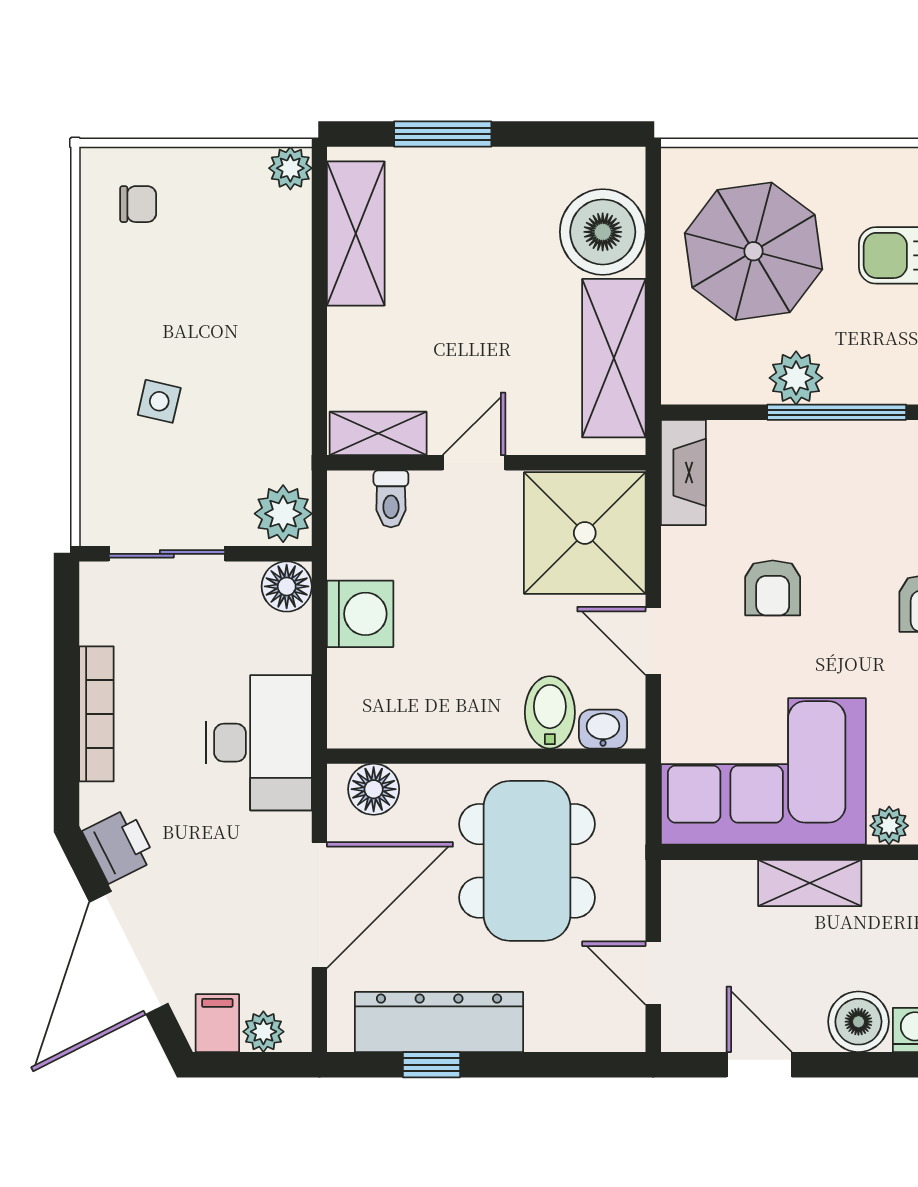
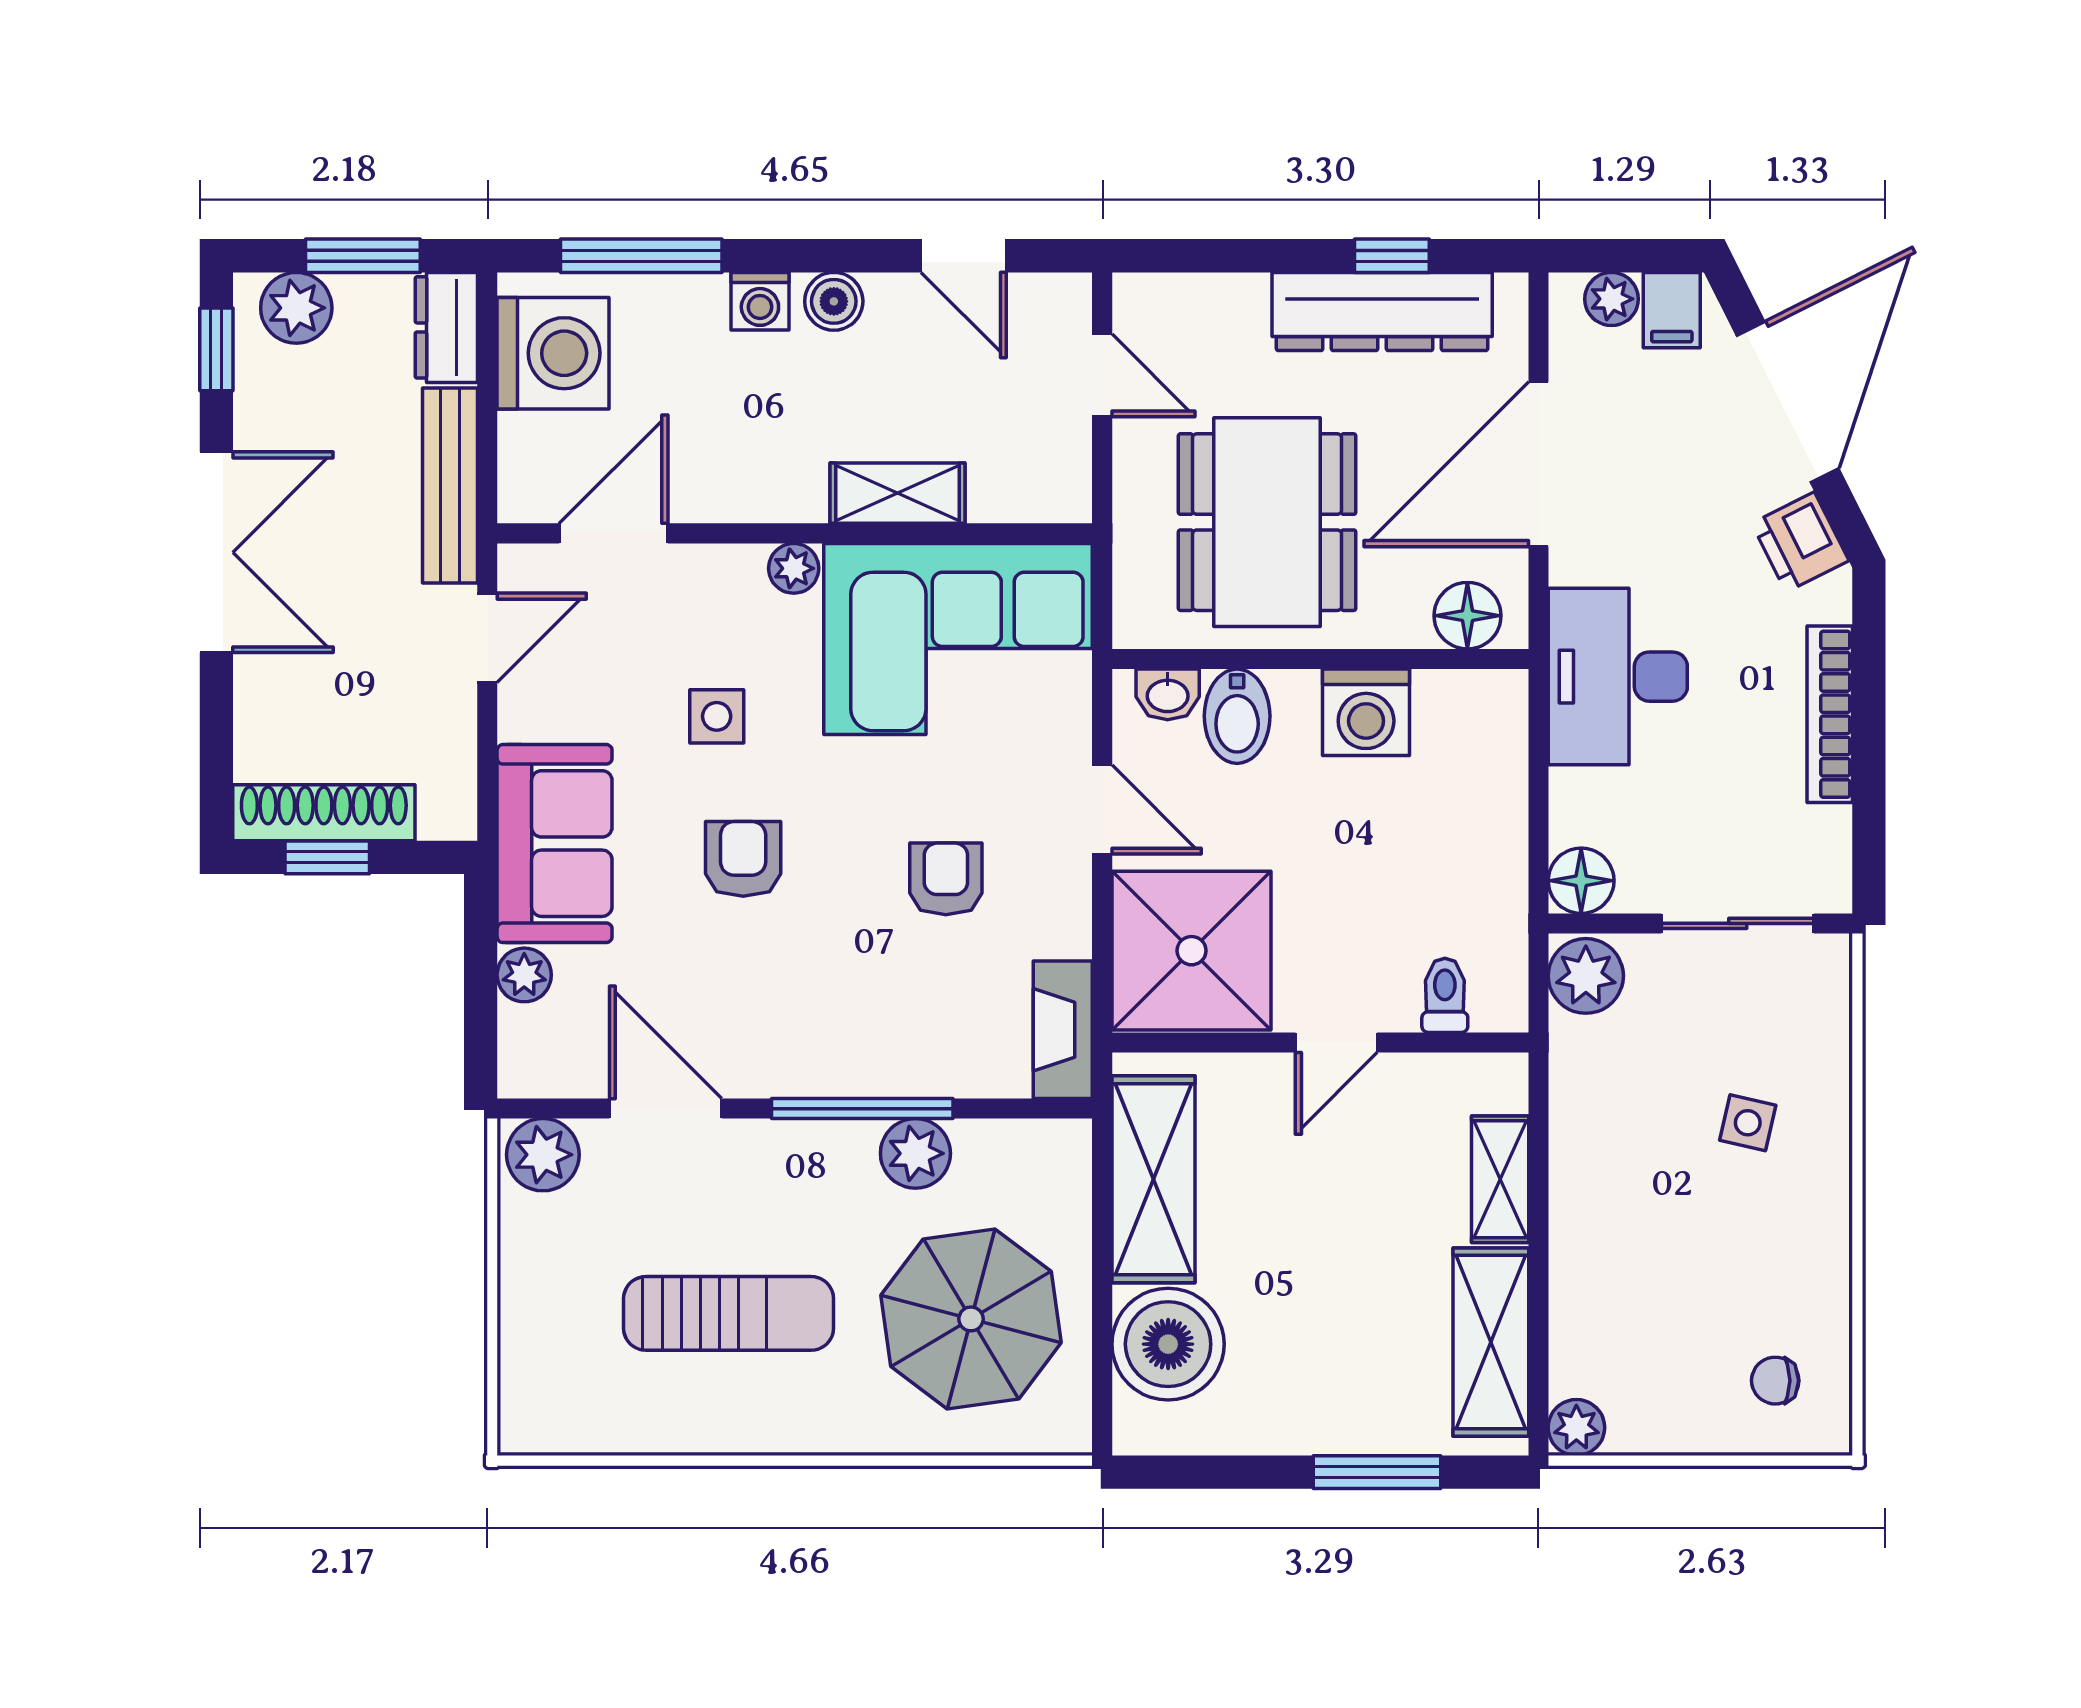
shelving: (378, 433) -> (1500, 1179), moved, turned 90
washing machine: (360, 614) -> (1366, 712), moved, turned -90
boiler: (858, 1022) -> (834, 301), width x0.73, depth x0.73

